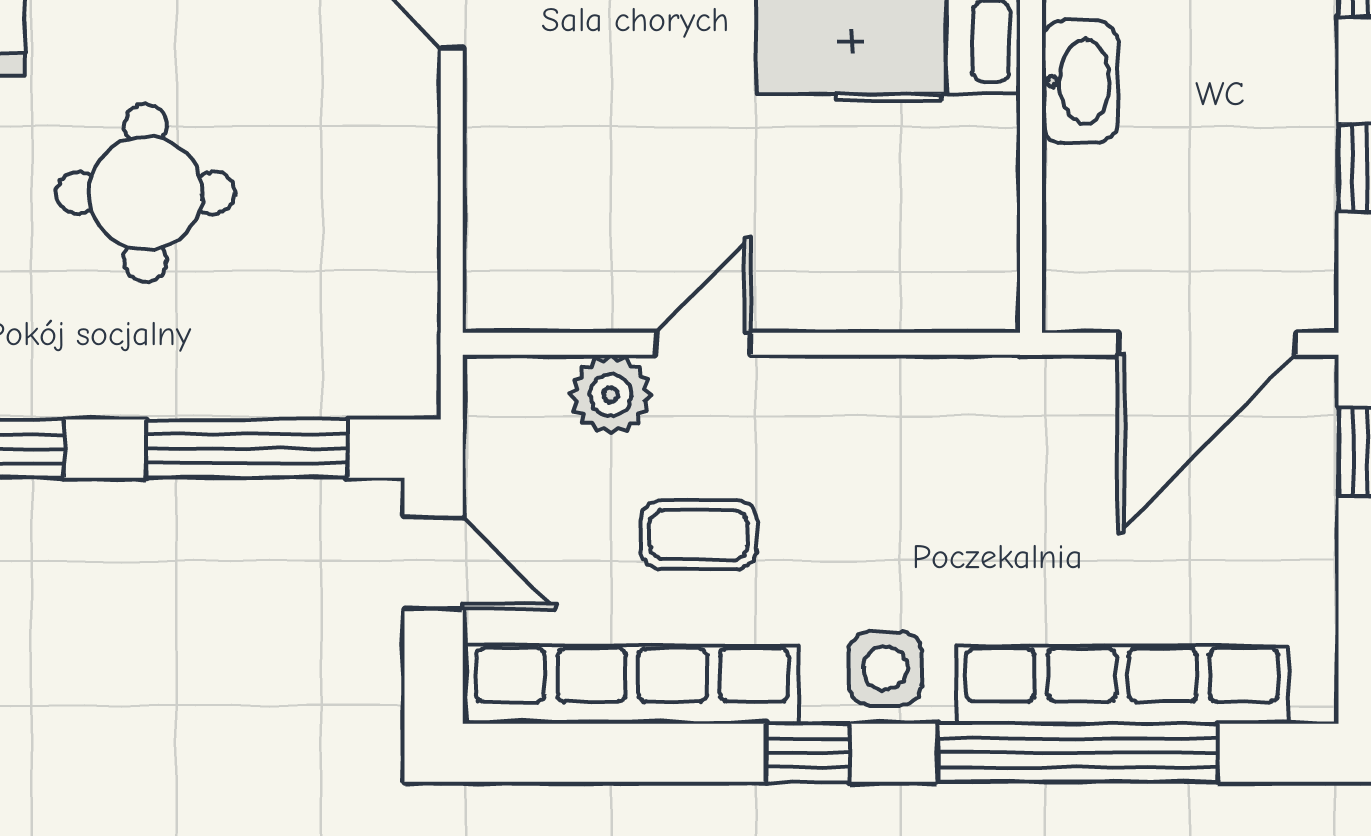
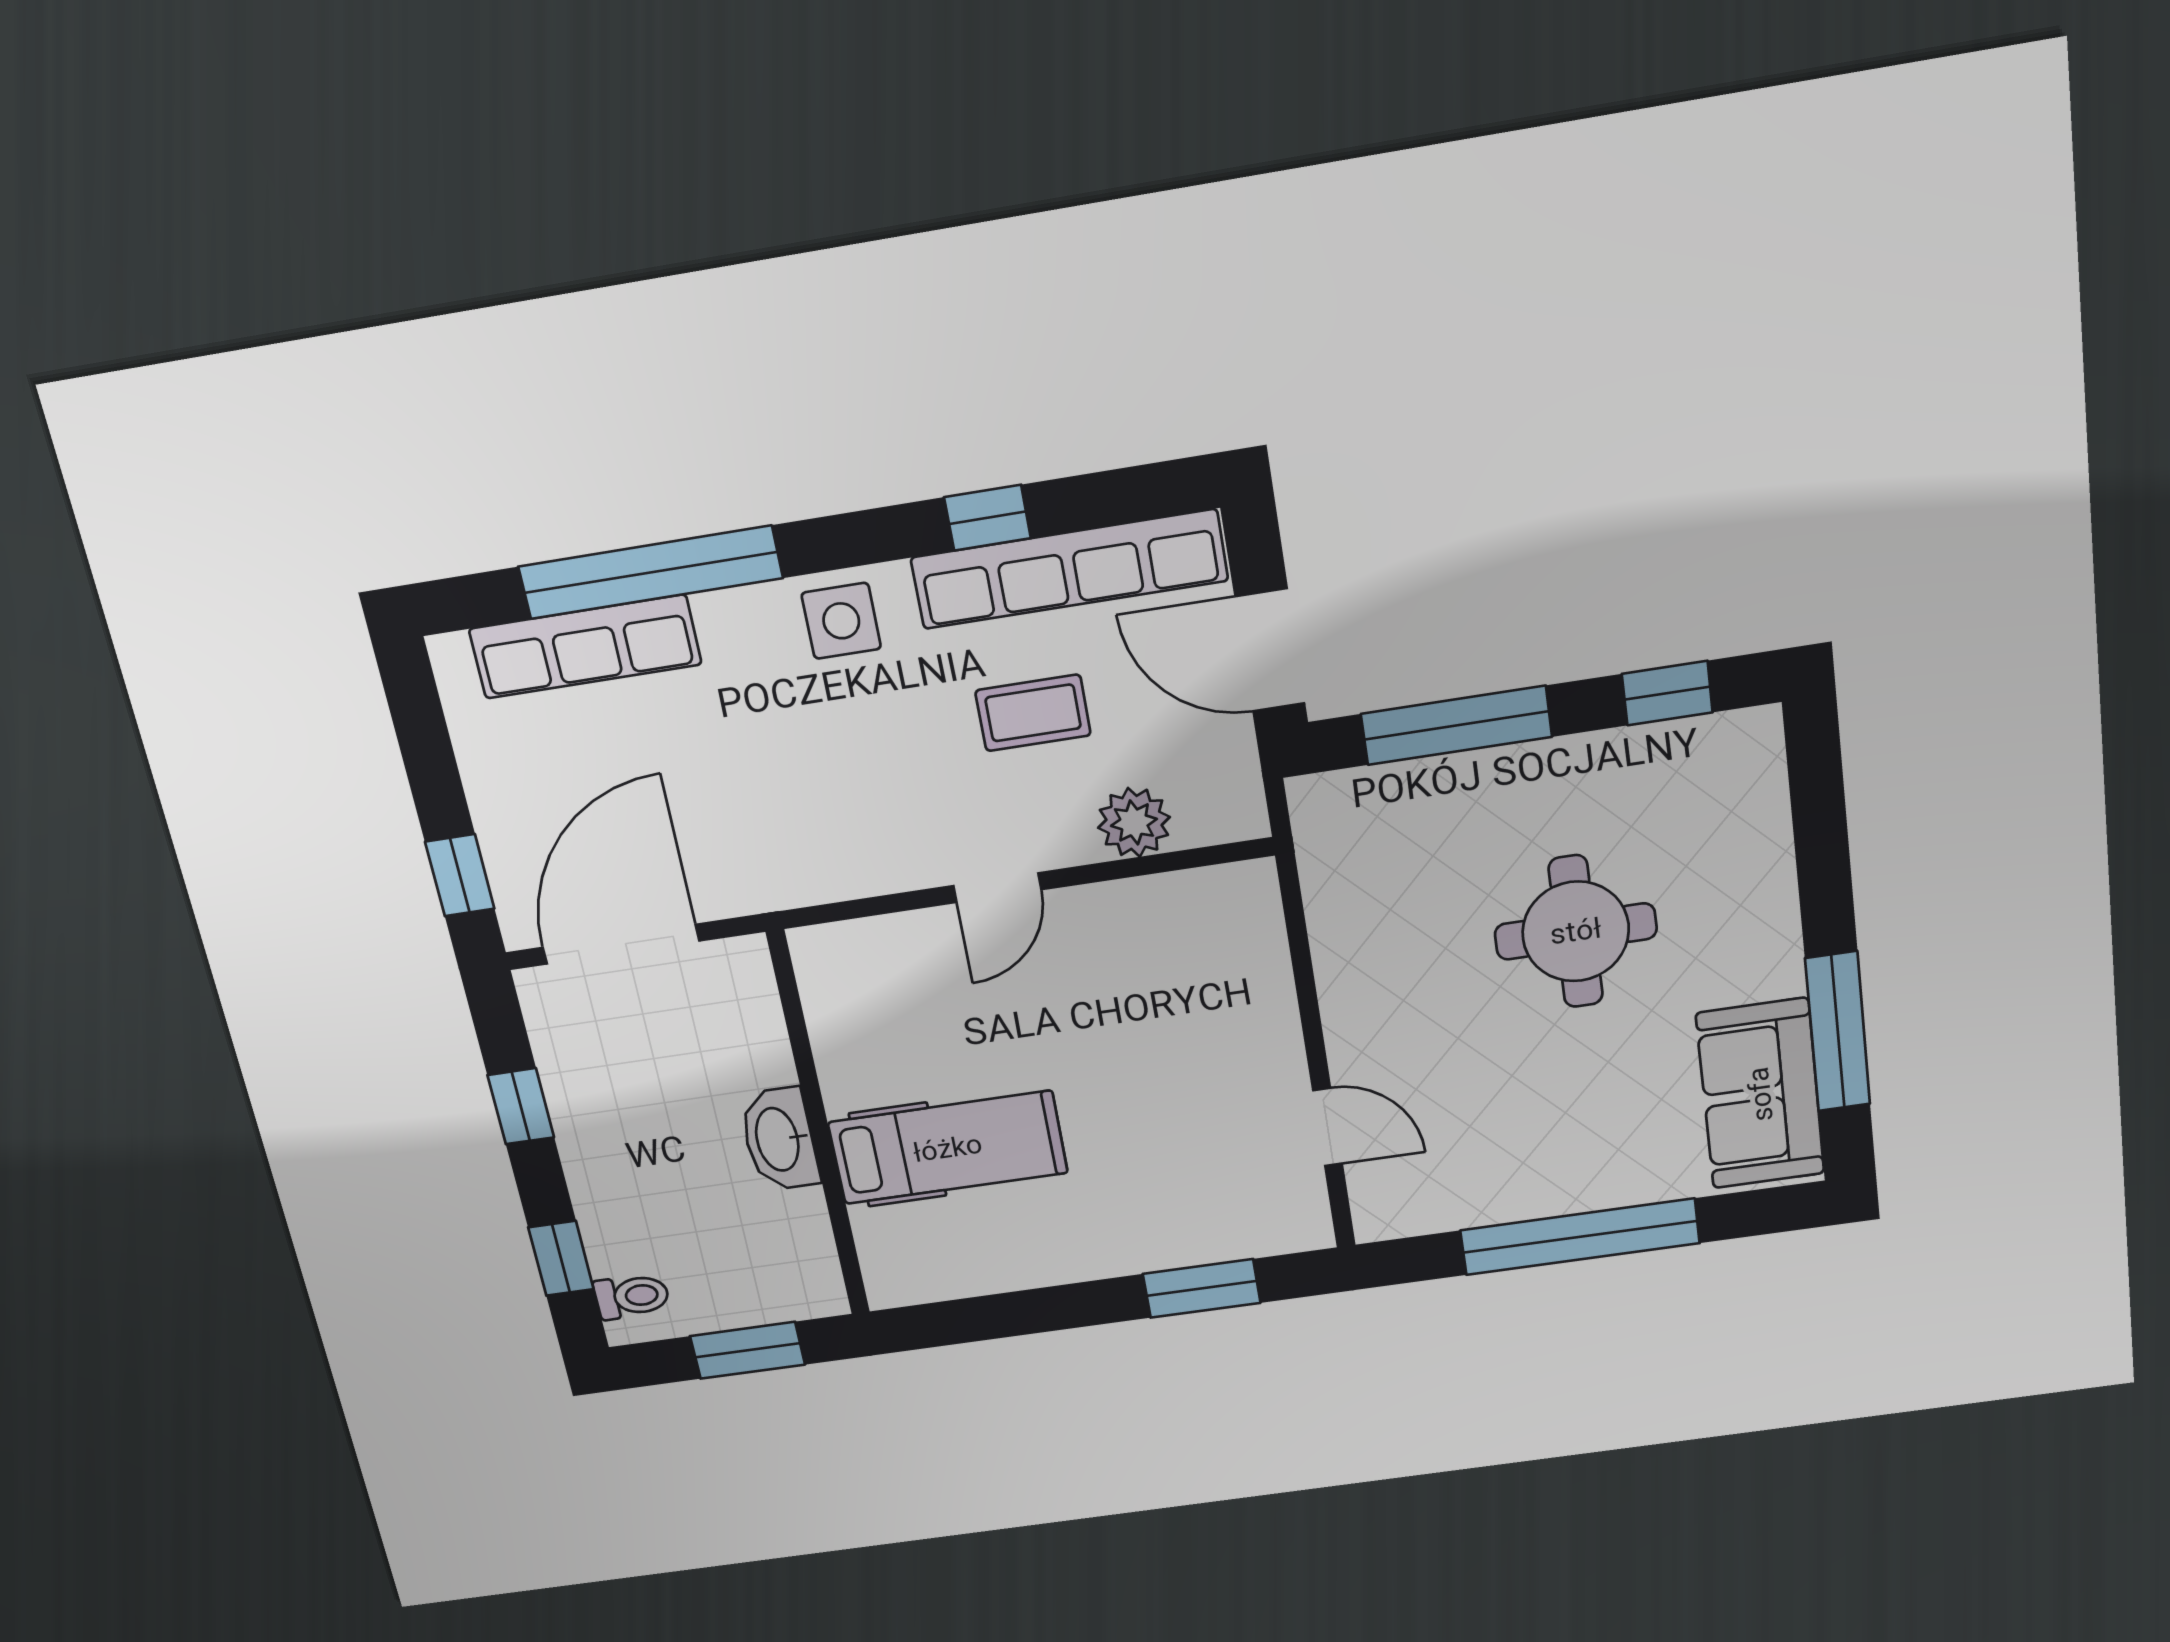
door: (703, 344) -> (997, 888), moved
door: (434, 563) -> (1270, 650), width x1.38
row of seats: (1122, 684) -> (585, 647), width x0.73
window: (808, 753) -> (987, 518), moved

